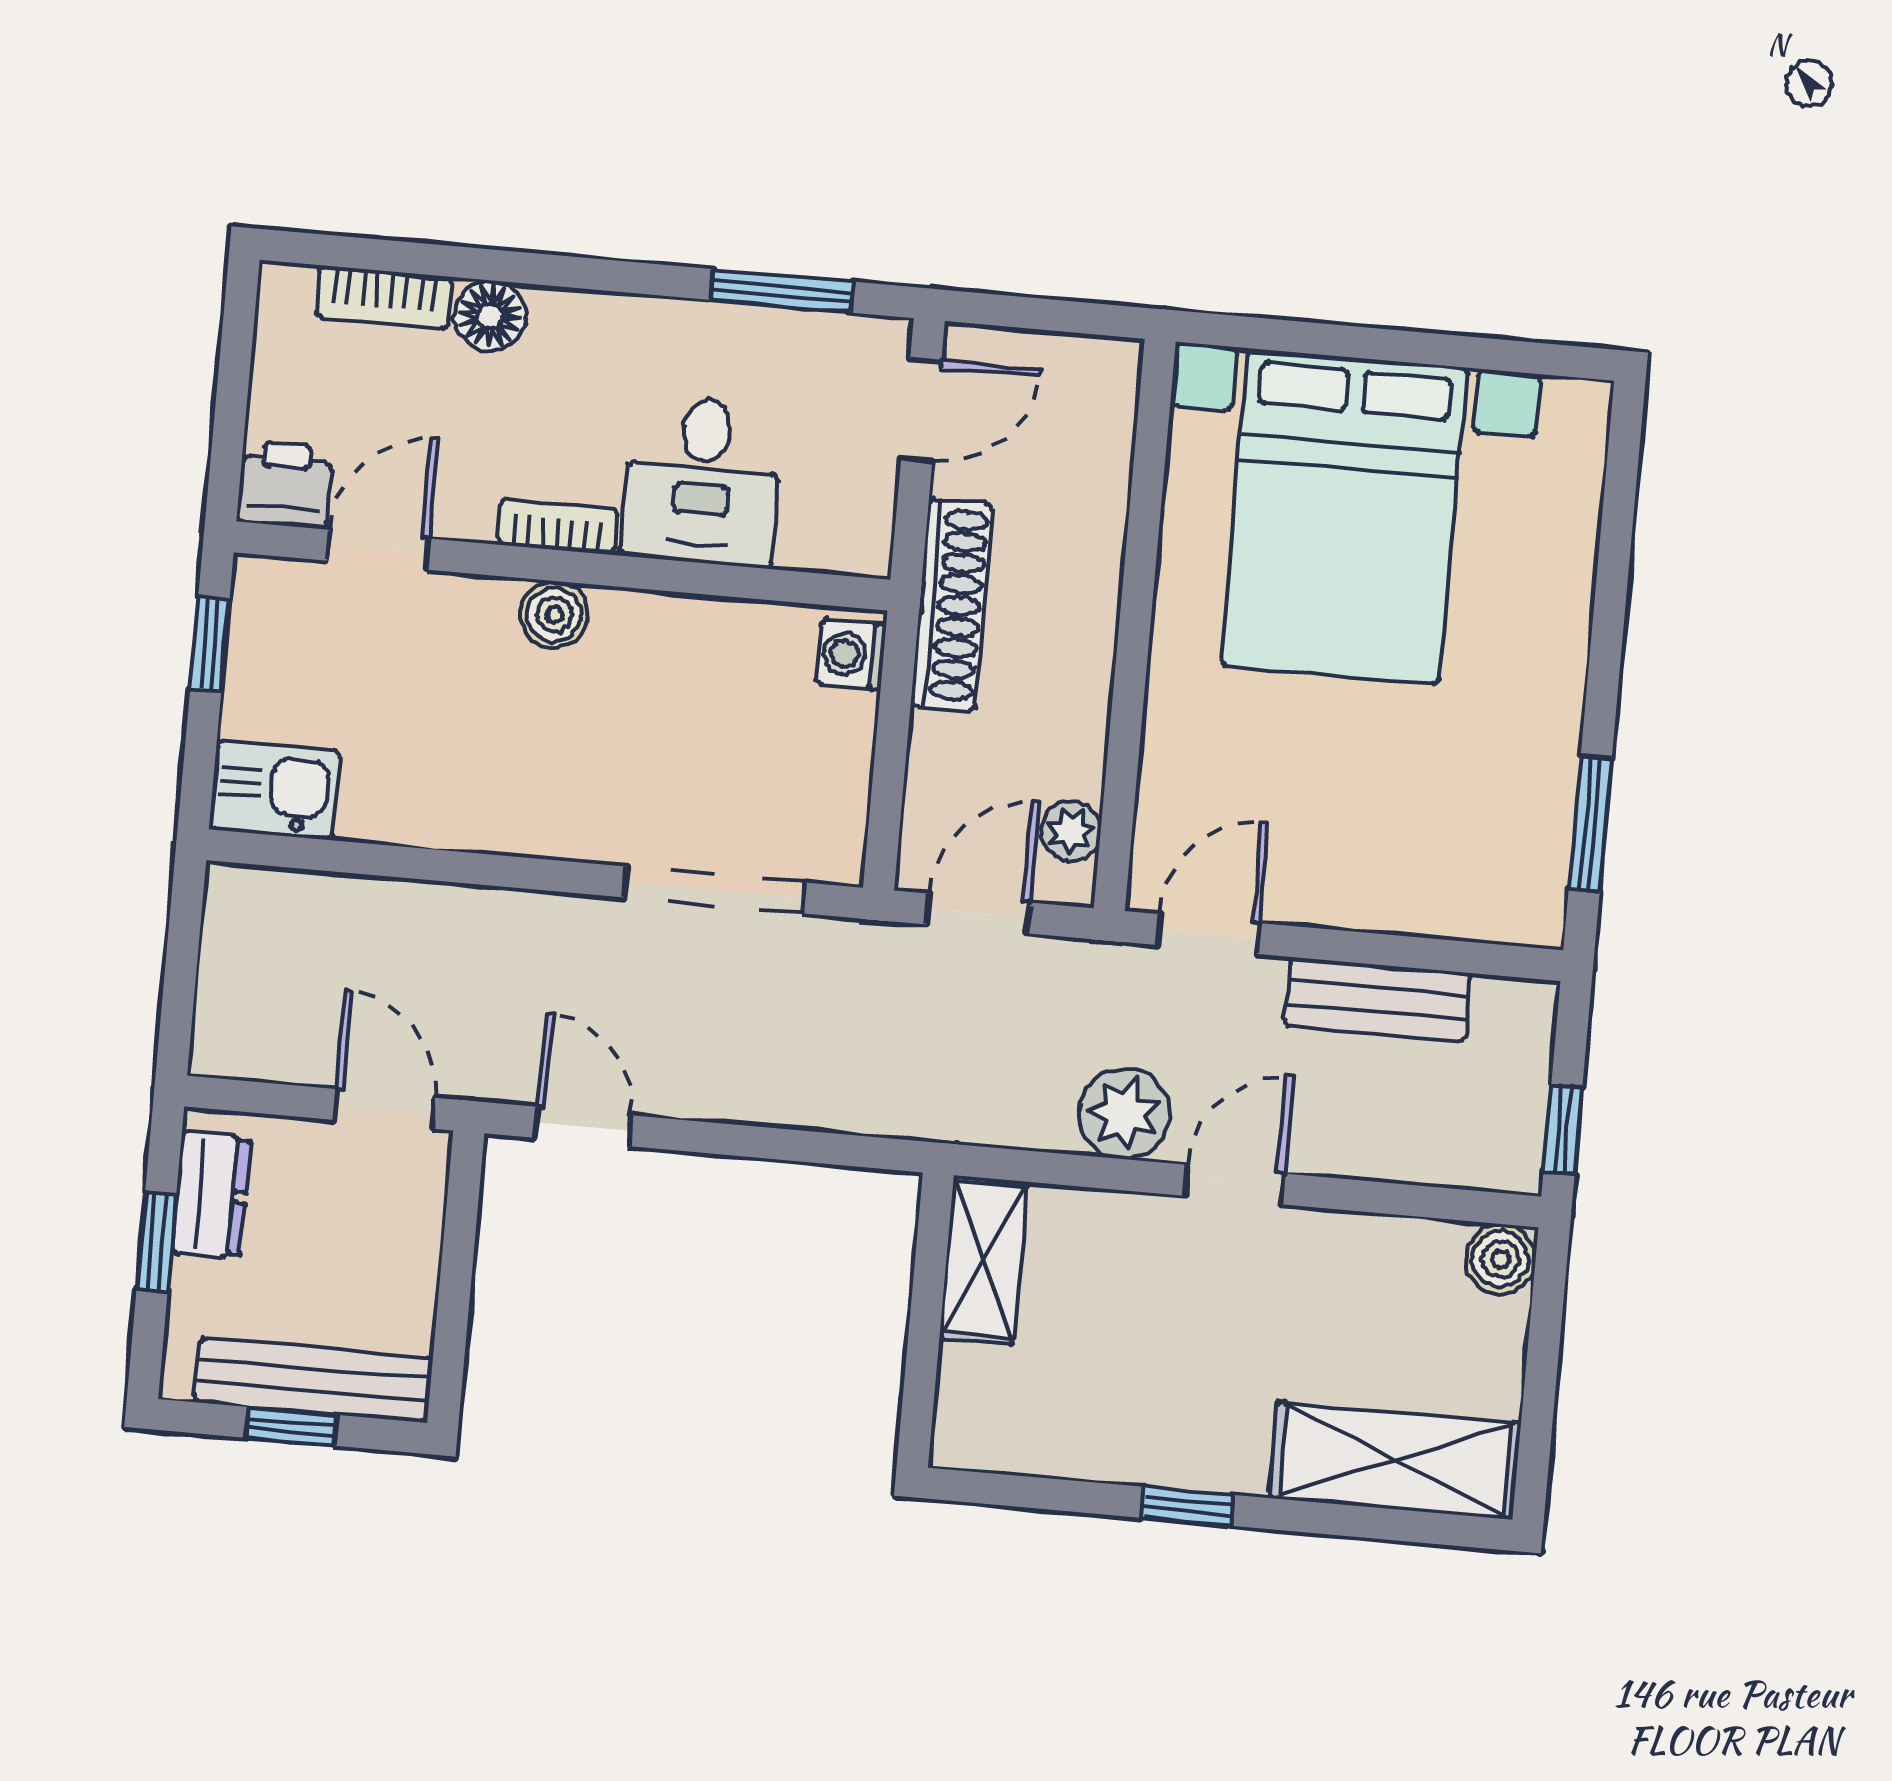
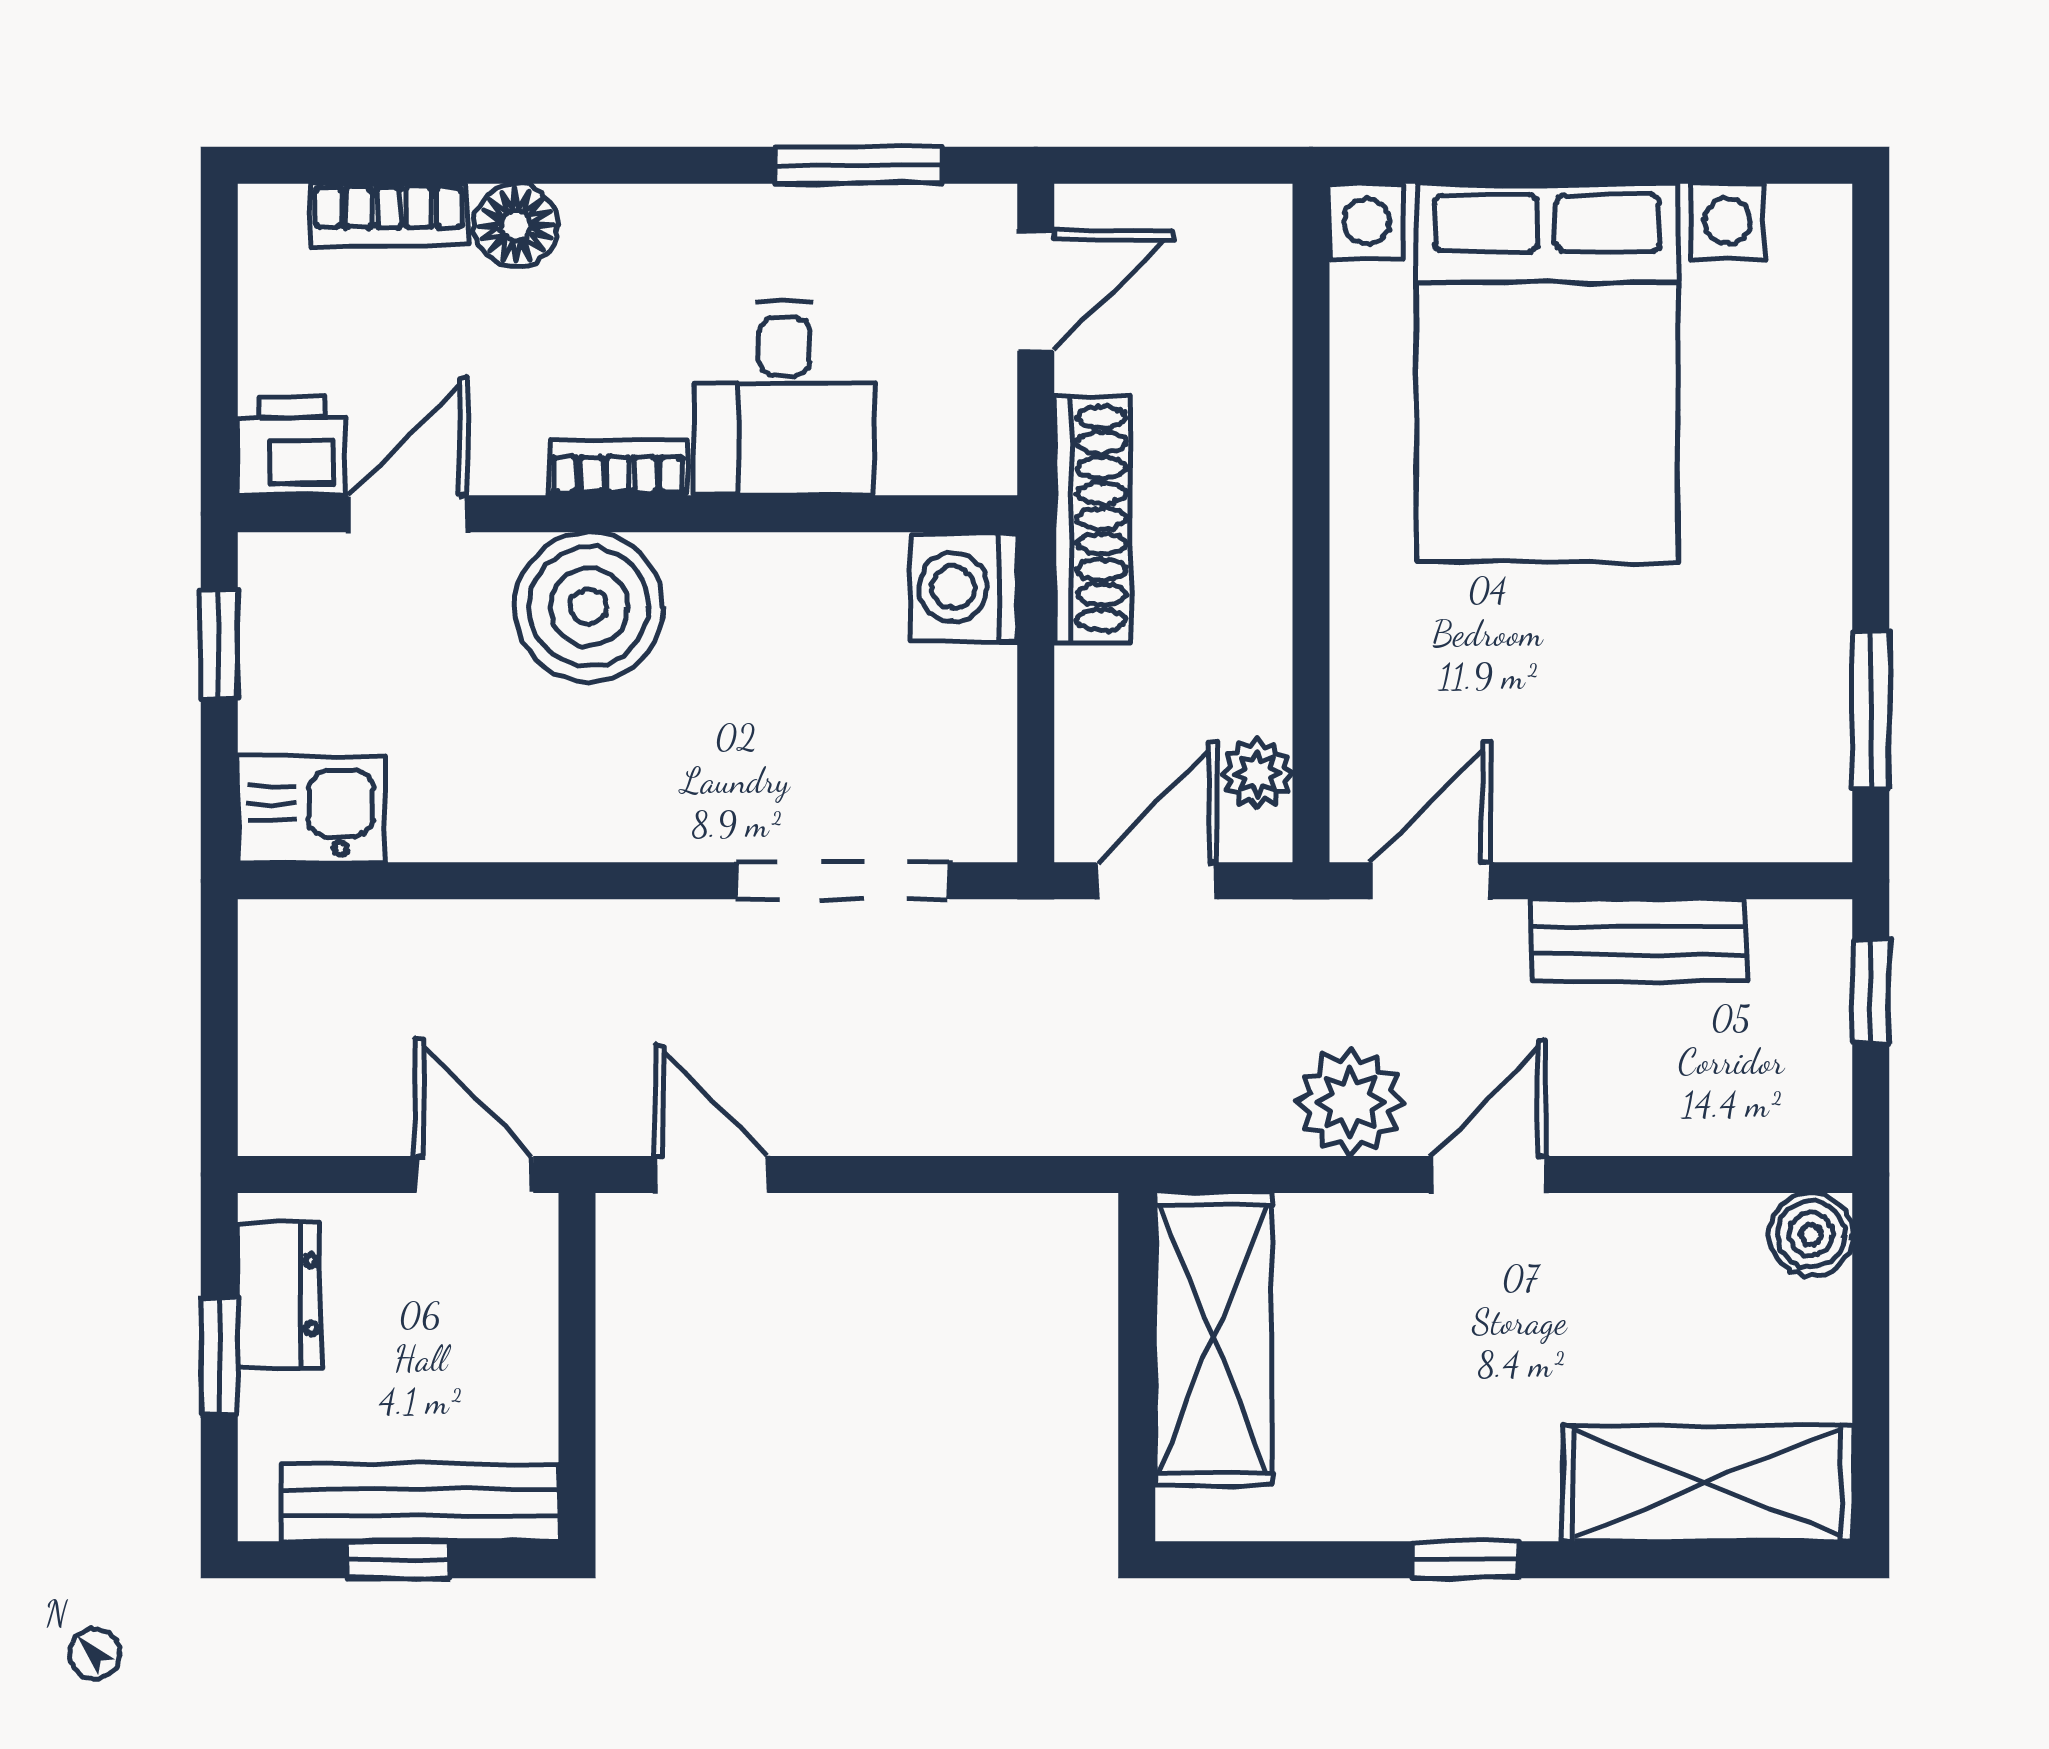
boiler: (554, 615) -> (589, 607), width x1.86, depth x1.86
washing machine: (851, 654) -> (964, 587), width x1.38, depth x1.38
window: (1563, 1129) -> (1871, 991), moved
shelving: (983, 1260) -> (1213, 1338), width x1.50, depth x1.33

